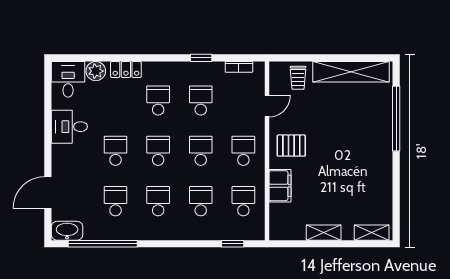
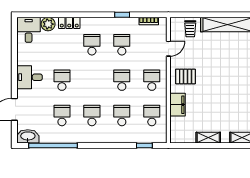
desk: (69, 127) -> (29, 77), moved
school desk: (158, 151) -> (92, 80), removed

